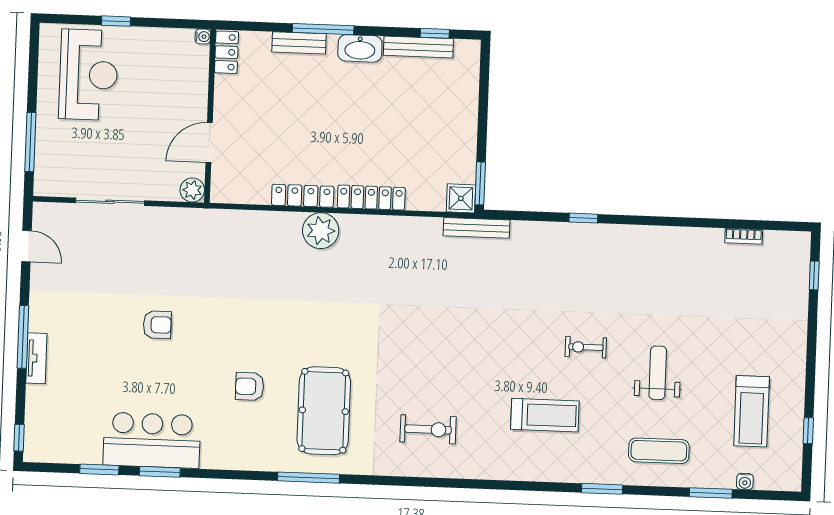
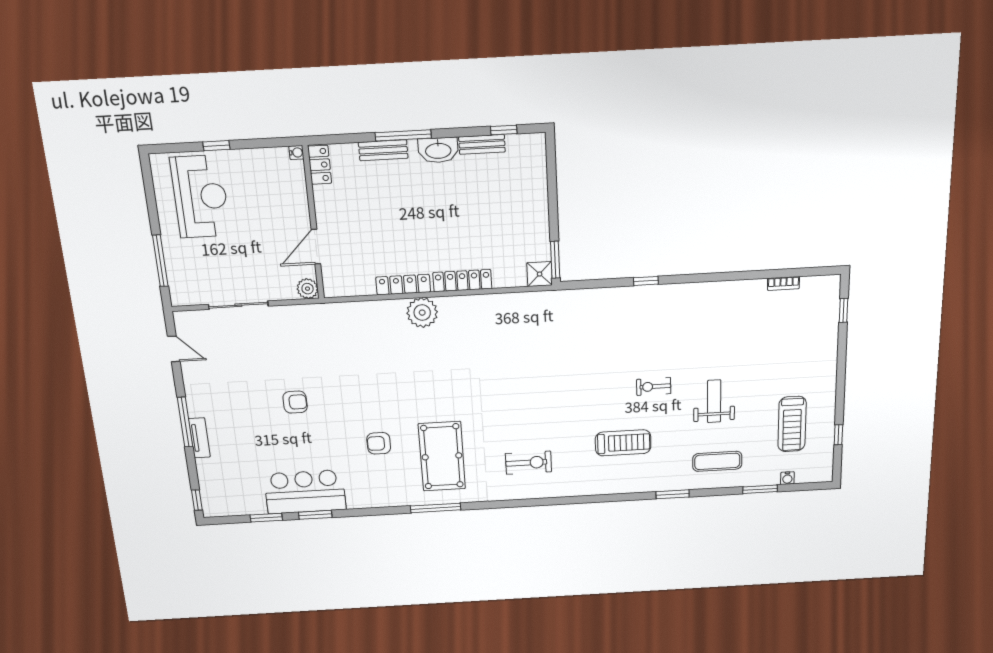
bench: (418, 47) -> (482, 144), width x0.73
bench: (477, 228) -> (555, 298), removed

